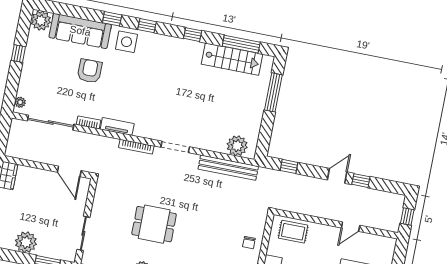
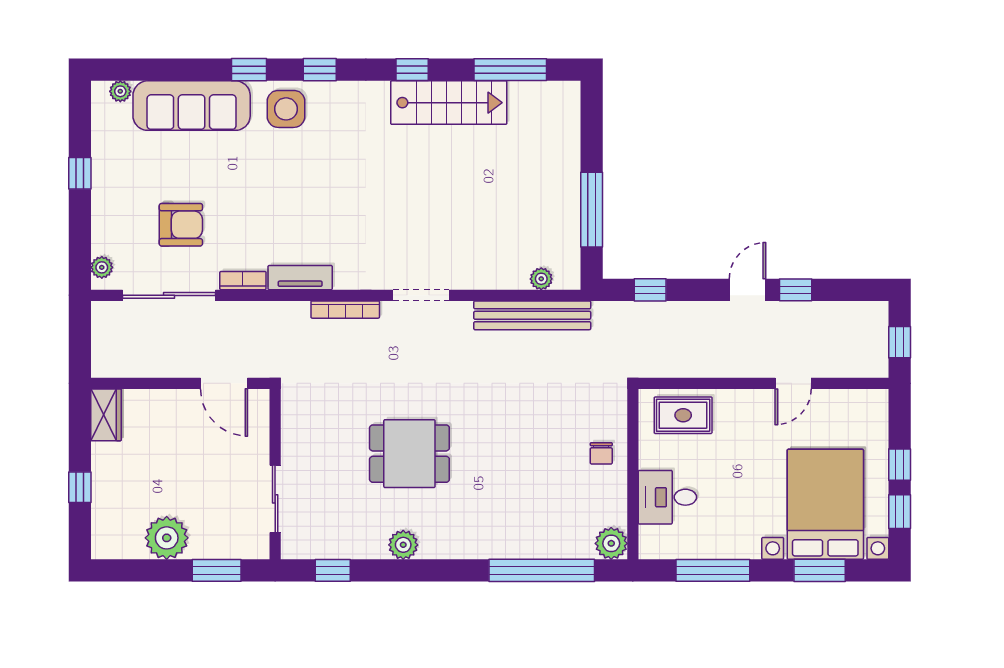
plant: (41, 21) -> (120, 91), width x0.53, depth x0.53
stairs: (232, 59) -> (449, 103), moved
armchair: (90, 71) -> (181, 225), moved, turned 90
window: (273, 92) -> (592, 210), moved
plant: (237, 146) -> (541, 279), width x0.53, depth x0.53

